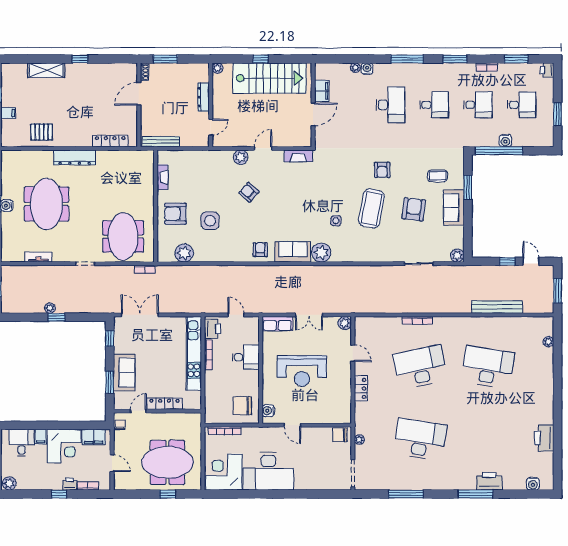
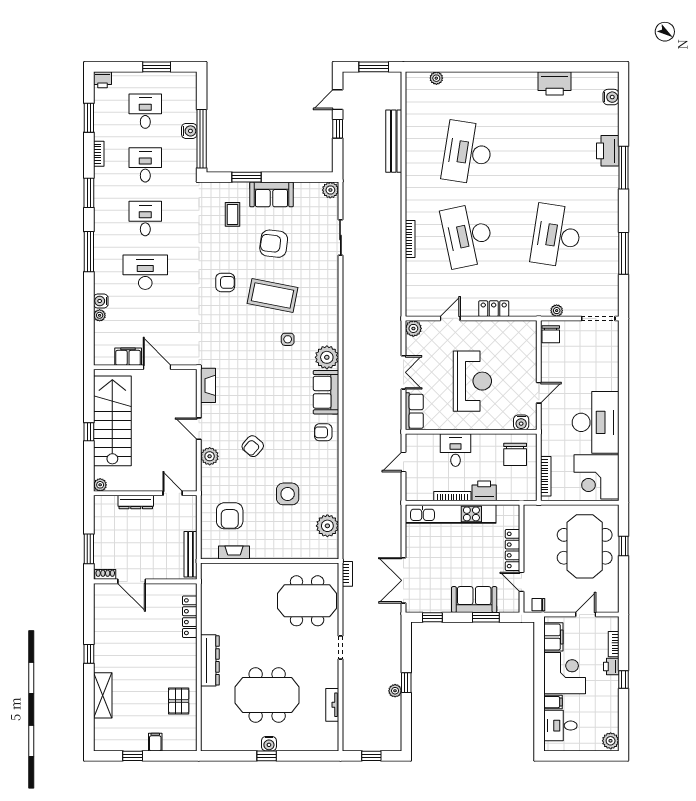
armchair: (175, 214) -> (230, 516), moved
printer: (213, 329) -> (484, 491), moved

